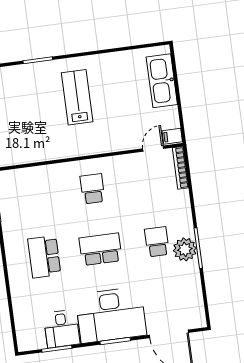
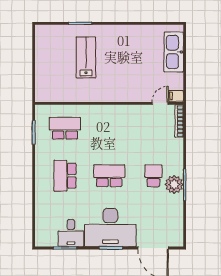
lab bench: (77, 97) -> (86, 57), moved
school desk: (93, 189) -> (65, 128), moved, width x1.85

